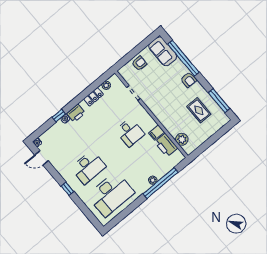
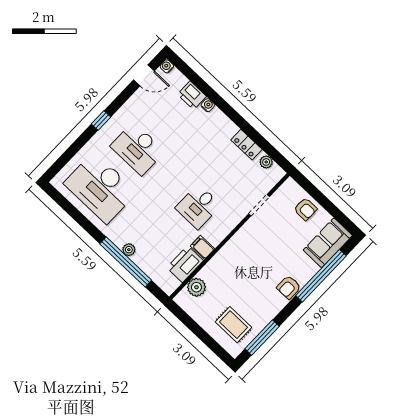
rug: (199, 110) -> (234, 325), moved, turned 90
printer: (76, 113) -> (192, 95), moved
window: (59, 116) -> (212, 95), removed
door: (41, 158) -> (144, 75), swing flipped

